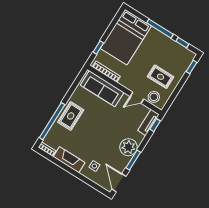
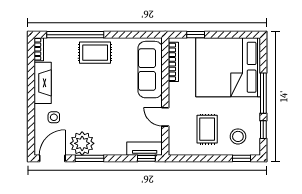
bed: (126, 37) -> (228, 67), width x1.36
stool: (154, 97) -> (238, 136), moved
plant: (128, 147) -> (82, 143), moved

